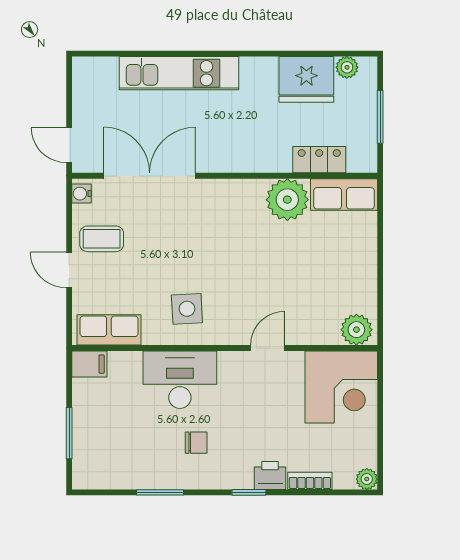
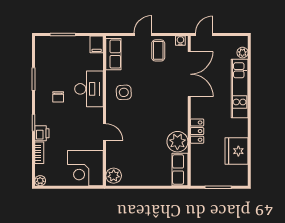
plant: (347, 67) -> (242, 53), moved
locker: (319, 160) -> (197, 131), moved

